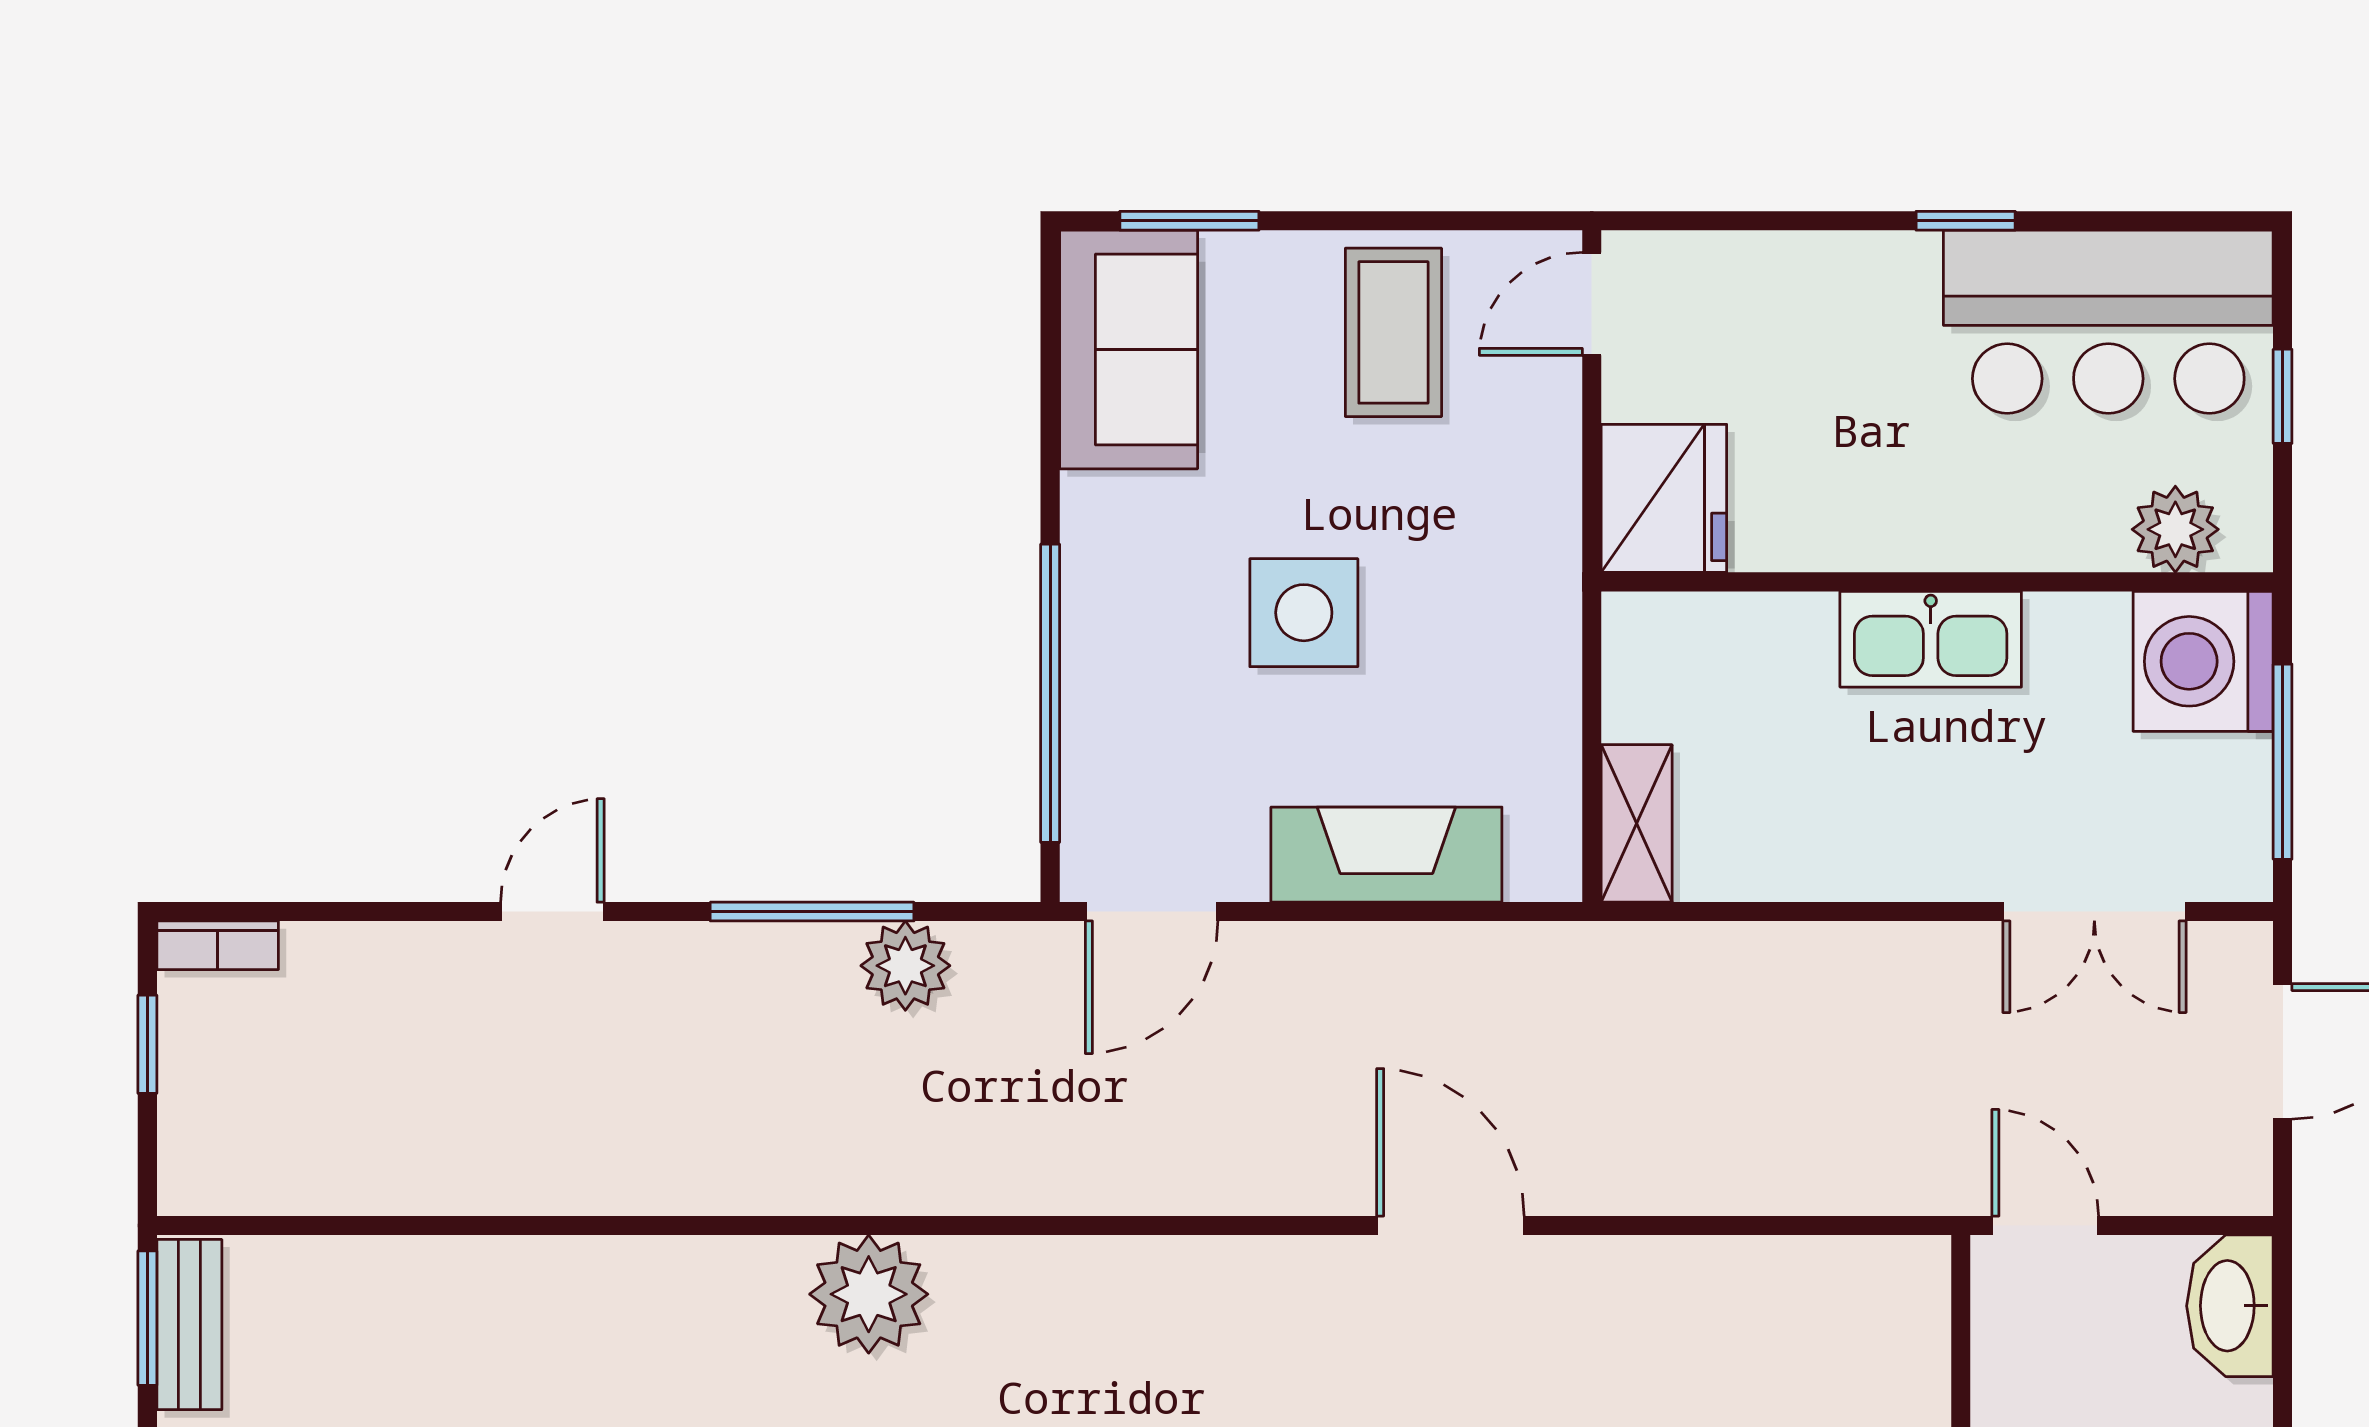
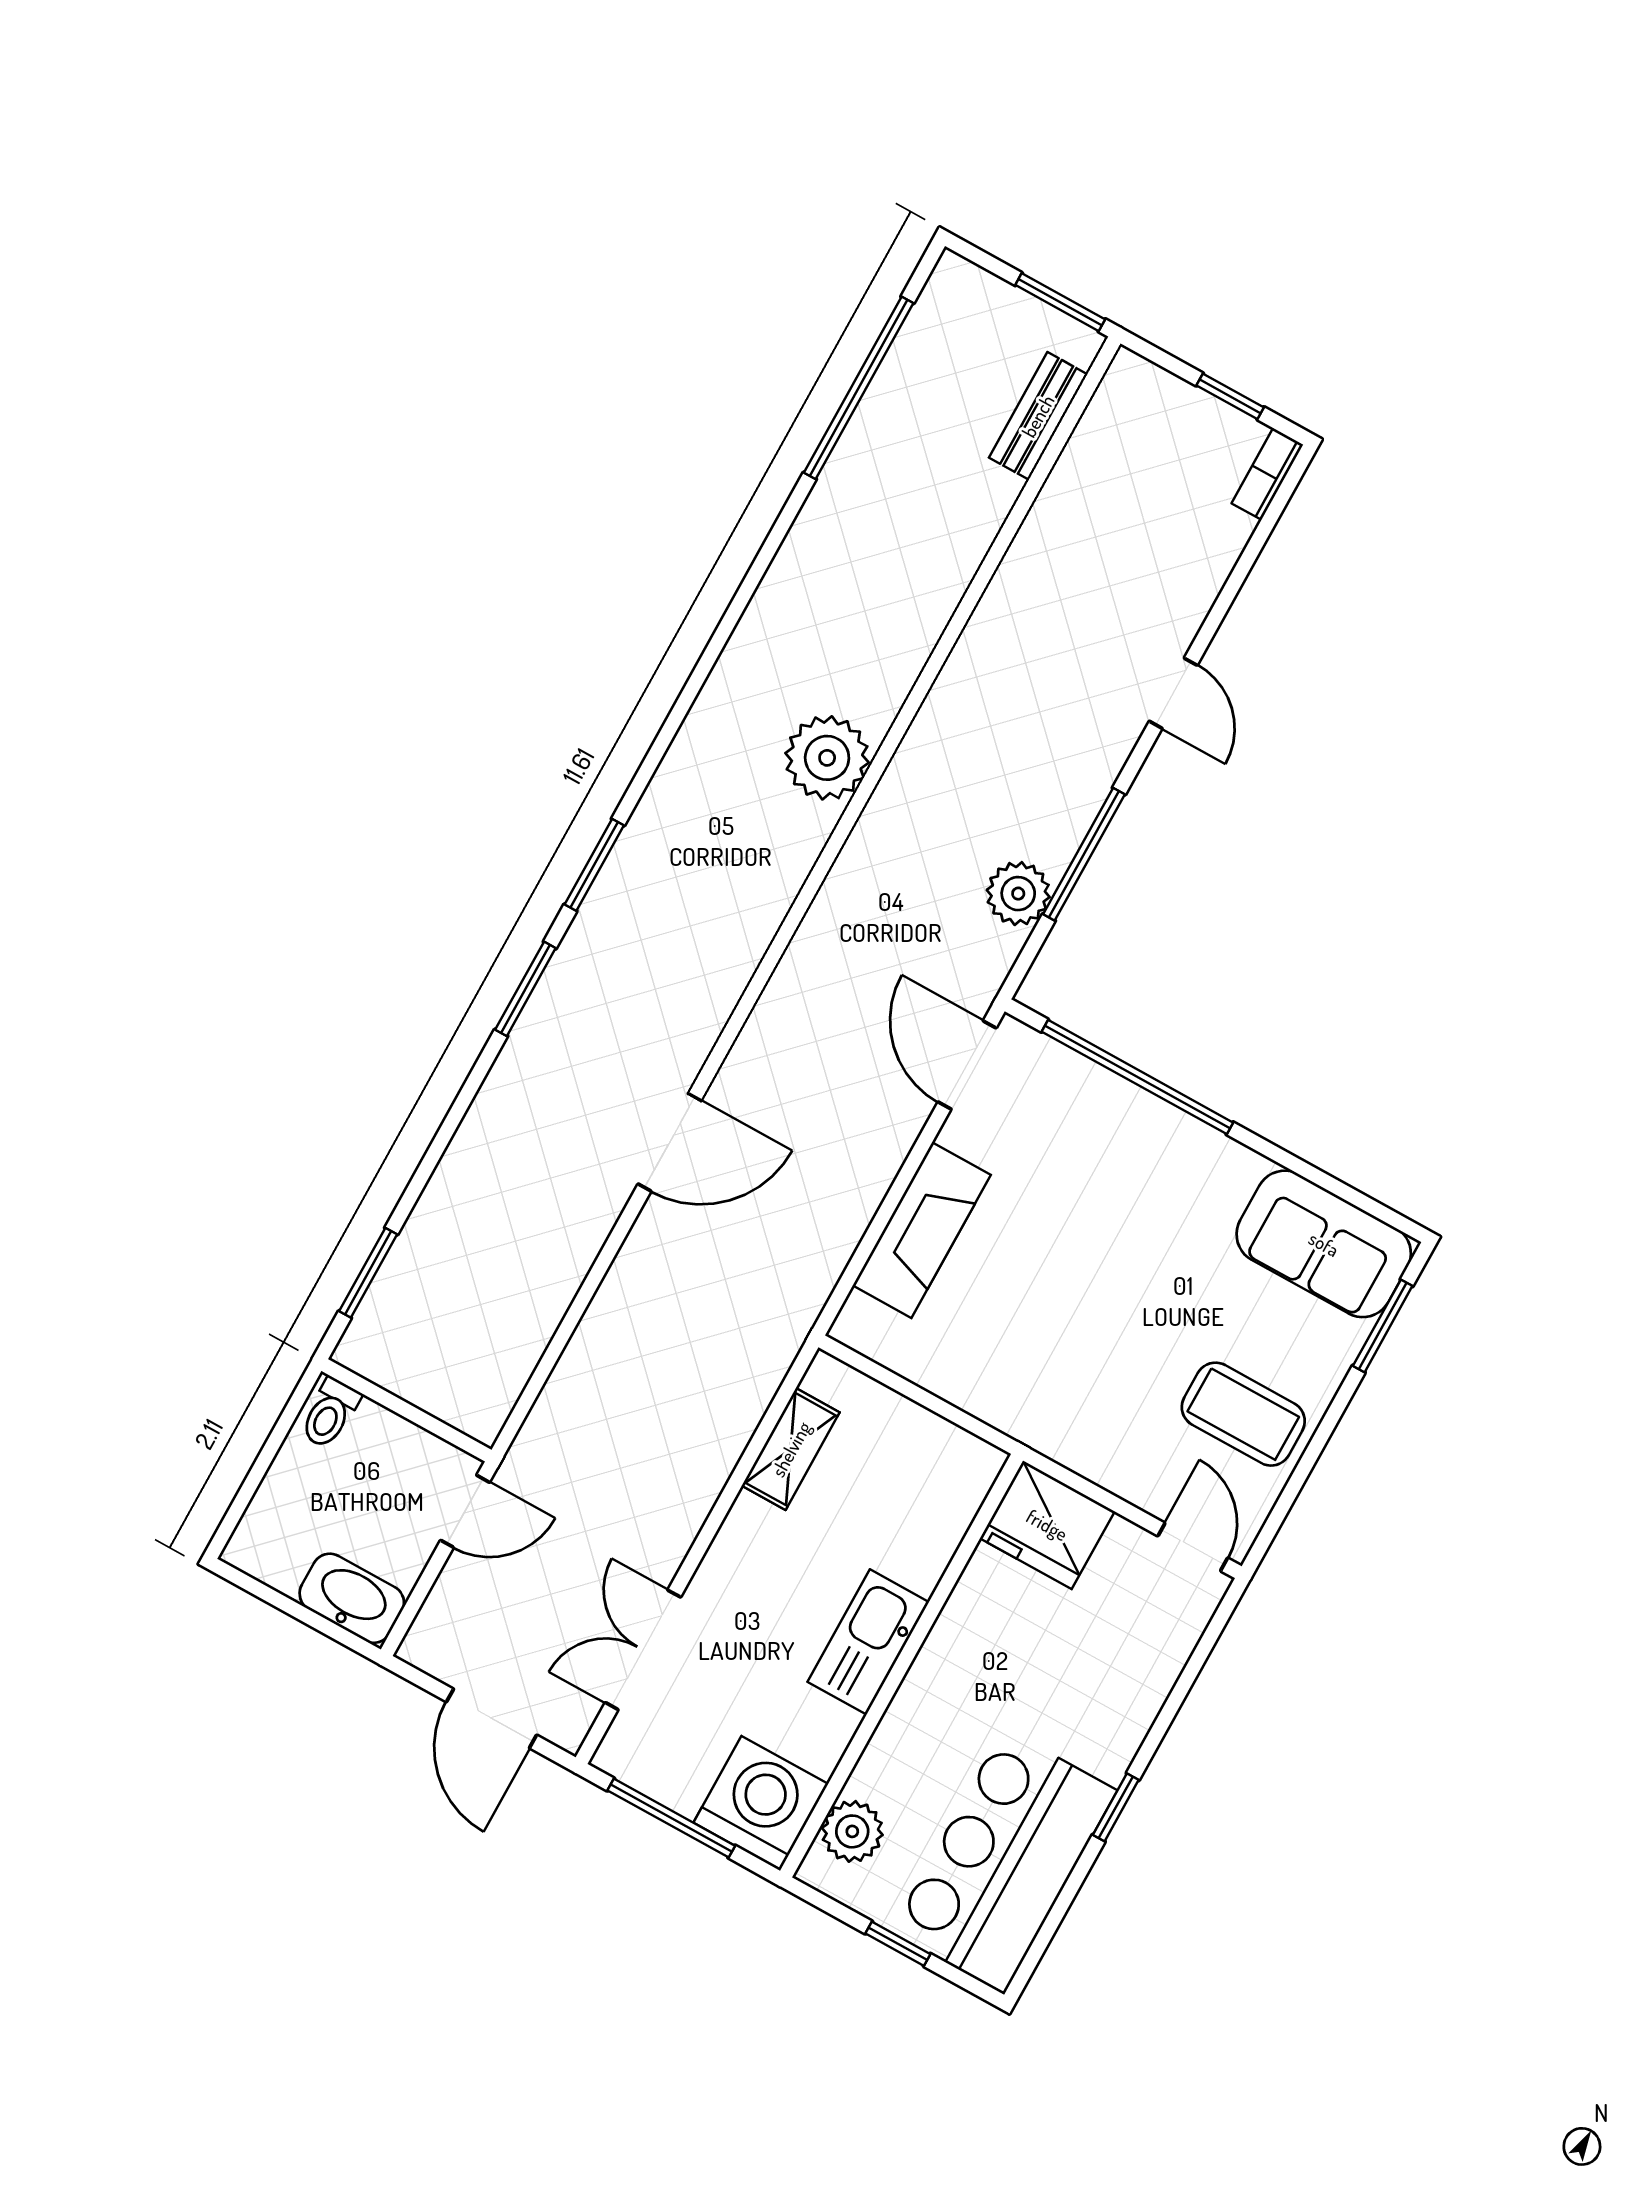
side table: (1304, 613) -> (1100, 1262), removed
shelving: (1637, 823) -> (791, 1449), moved, turned 90
bench: (189, 1325) -> (1038, 416), moved, turned 90

